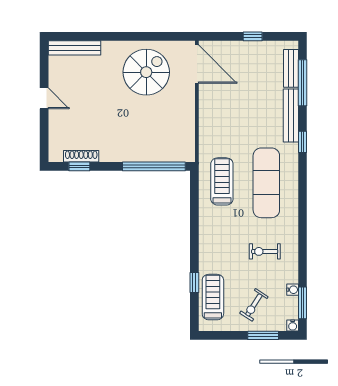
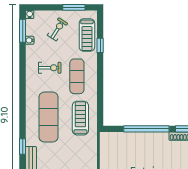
window: (154, 166) -> (146, 129), moved
treadmill: (222, 181) -> (80, 118), turned 180
exercise mat: (227, 240) -> (77, 76), added
window: (263, 335) -> (74, 7), moved

